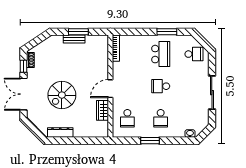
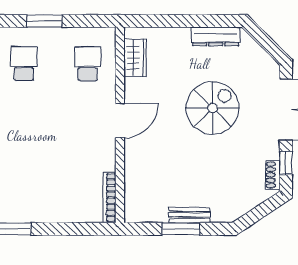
school desk: (161, 54) -> (24, 186), removed
school desk: (161, 86) -> (24, 125), removed
wardrobe: (103, 110) -> (135, 58), moved

